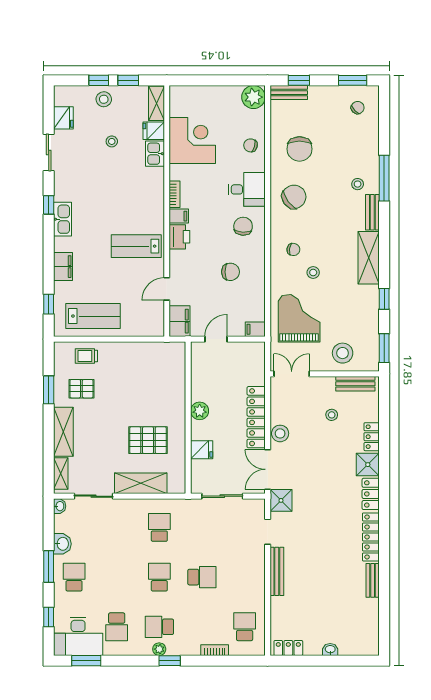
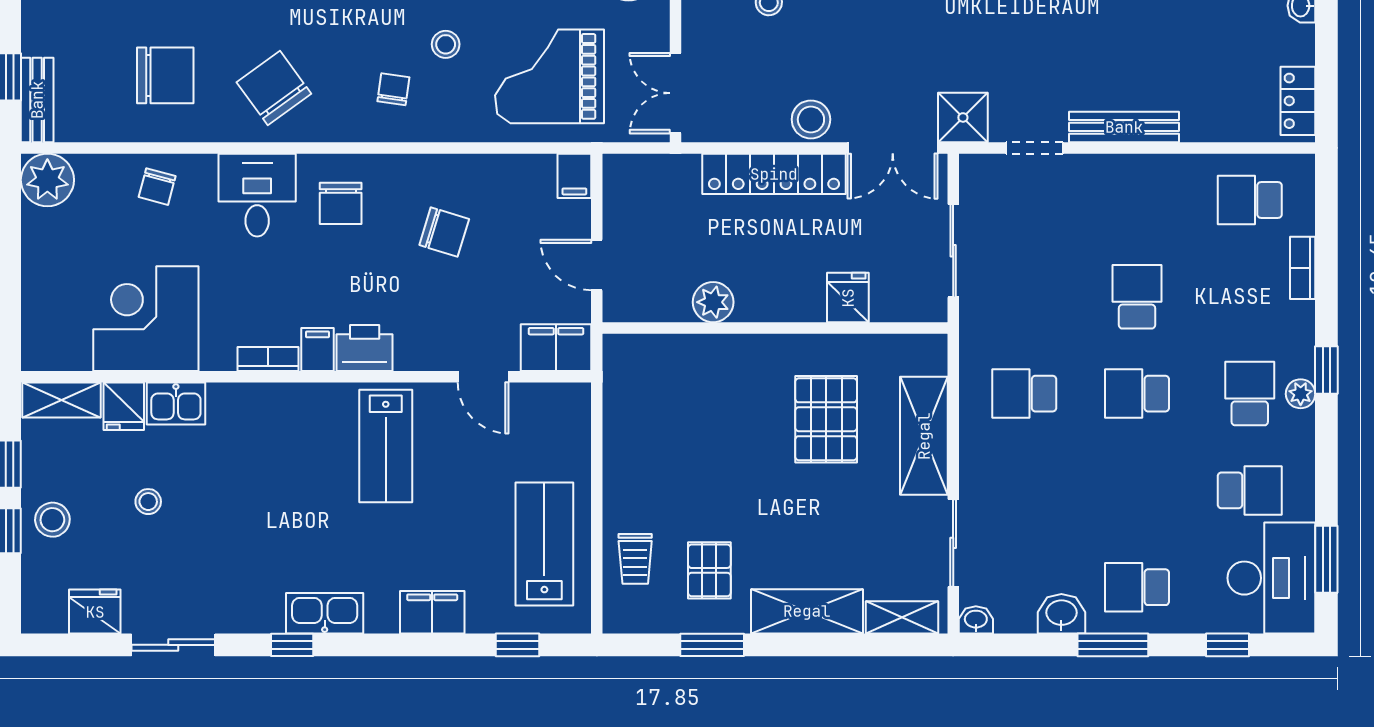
chair: (243, 226) -> (341, 203), turned -94
chair: (230, 272) -> (444, 232), turned 107
plant: (200, 411) -> (713, 302), moved
school desk: (159, 627) -> (1250, 394), turned 180

